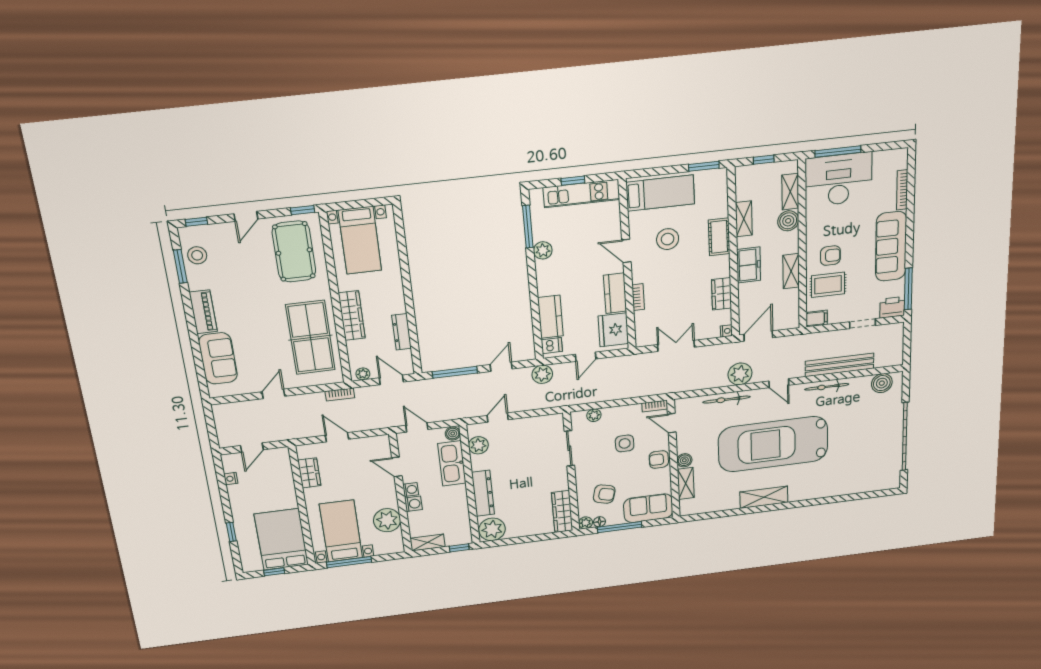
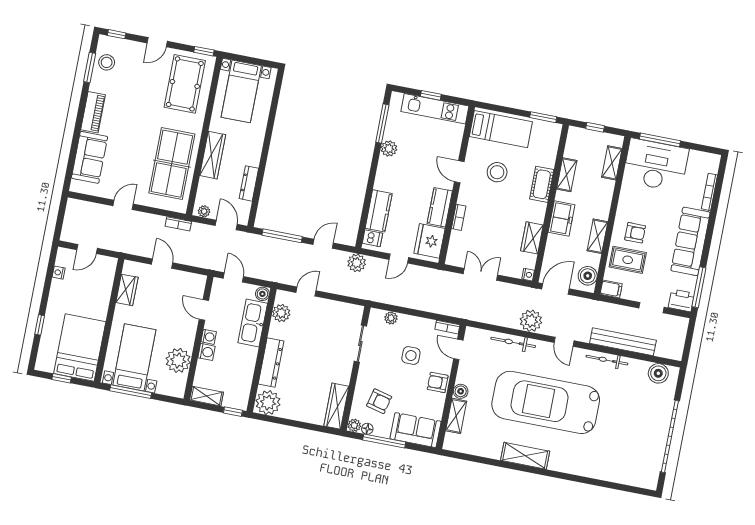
boiler: (788, 221) -> (588, 276), moved

